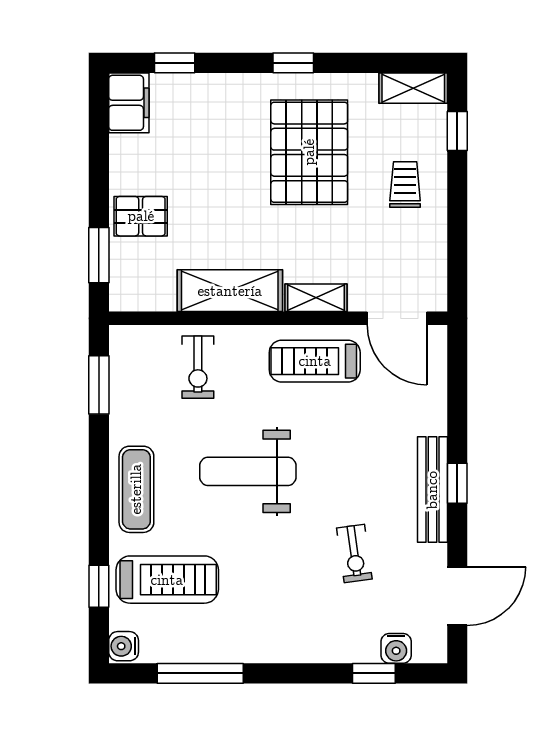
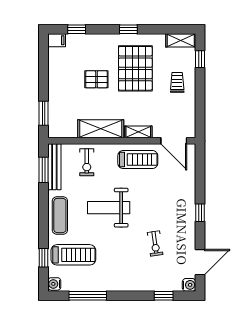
filing cabinet: (129, 103) -> (57, 40), width x0.50
pallet: (141, 216) -> (96, 79), moved
treadmill: (315, 361) -> (138, 160), turned 180
bench: (432, 490) -> (54, 167), moved
water cooler: (396, 648) -> (189, 285), moved, turned -90

